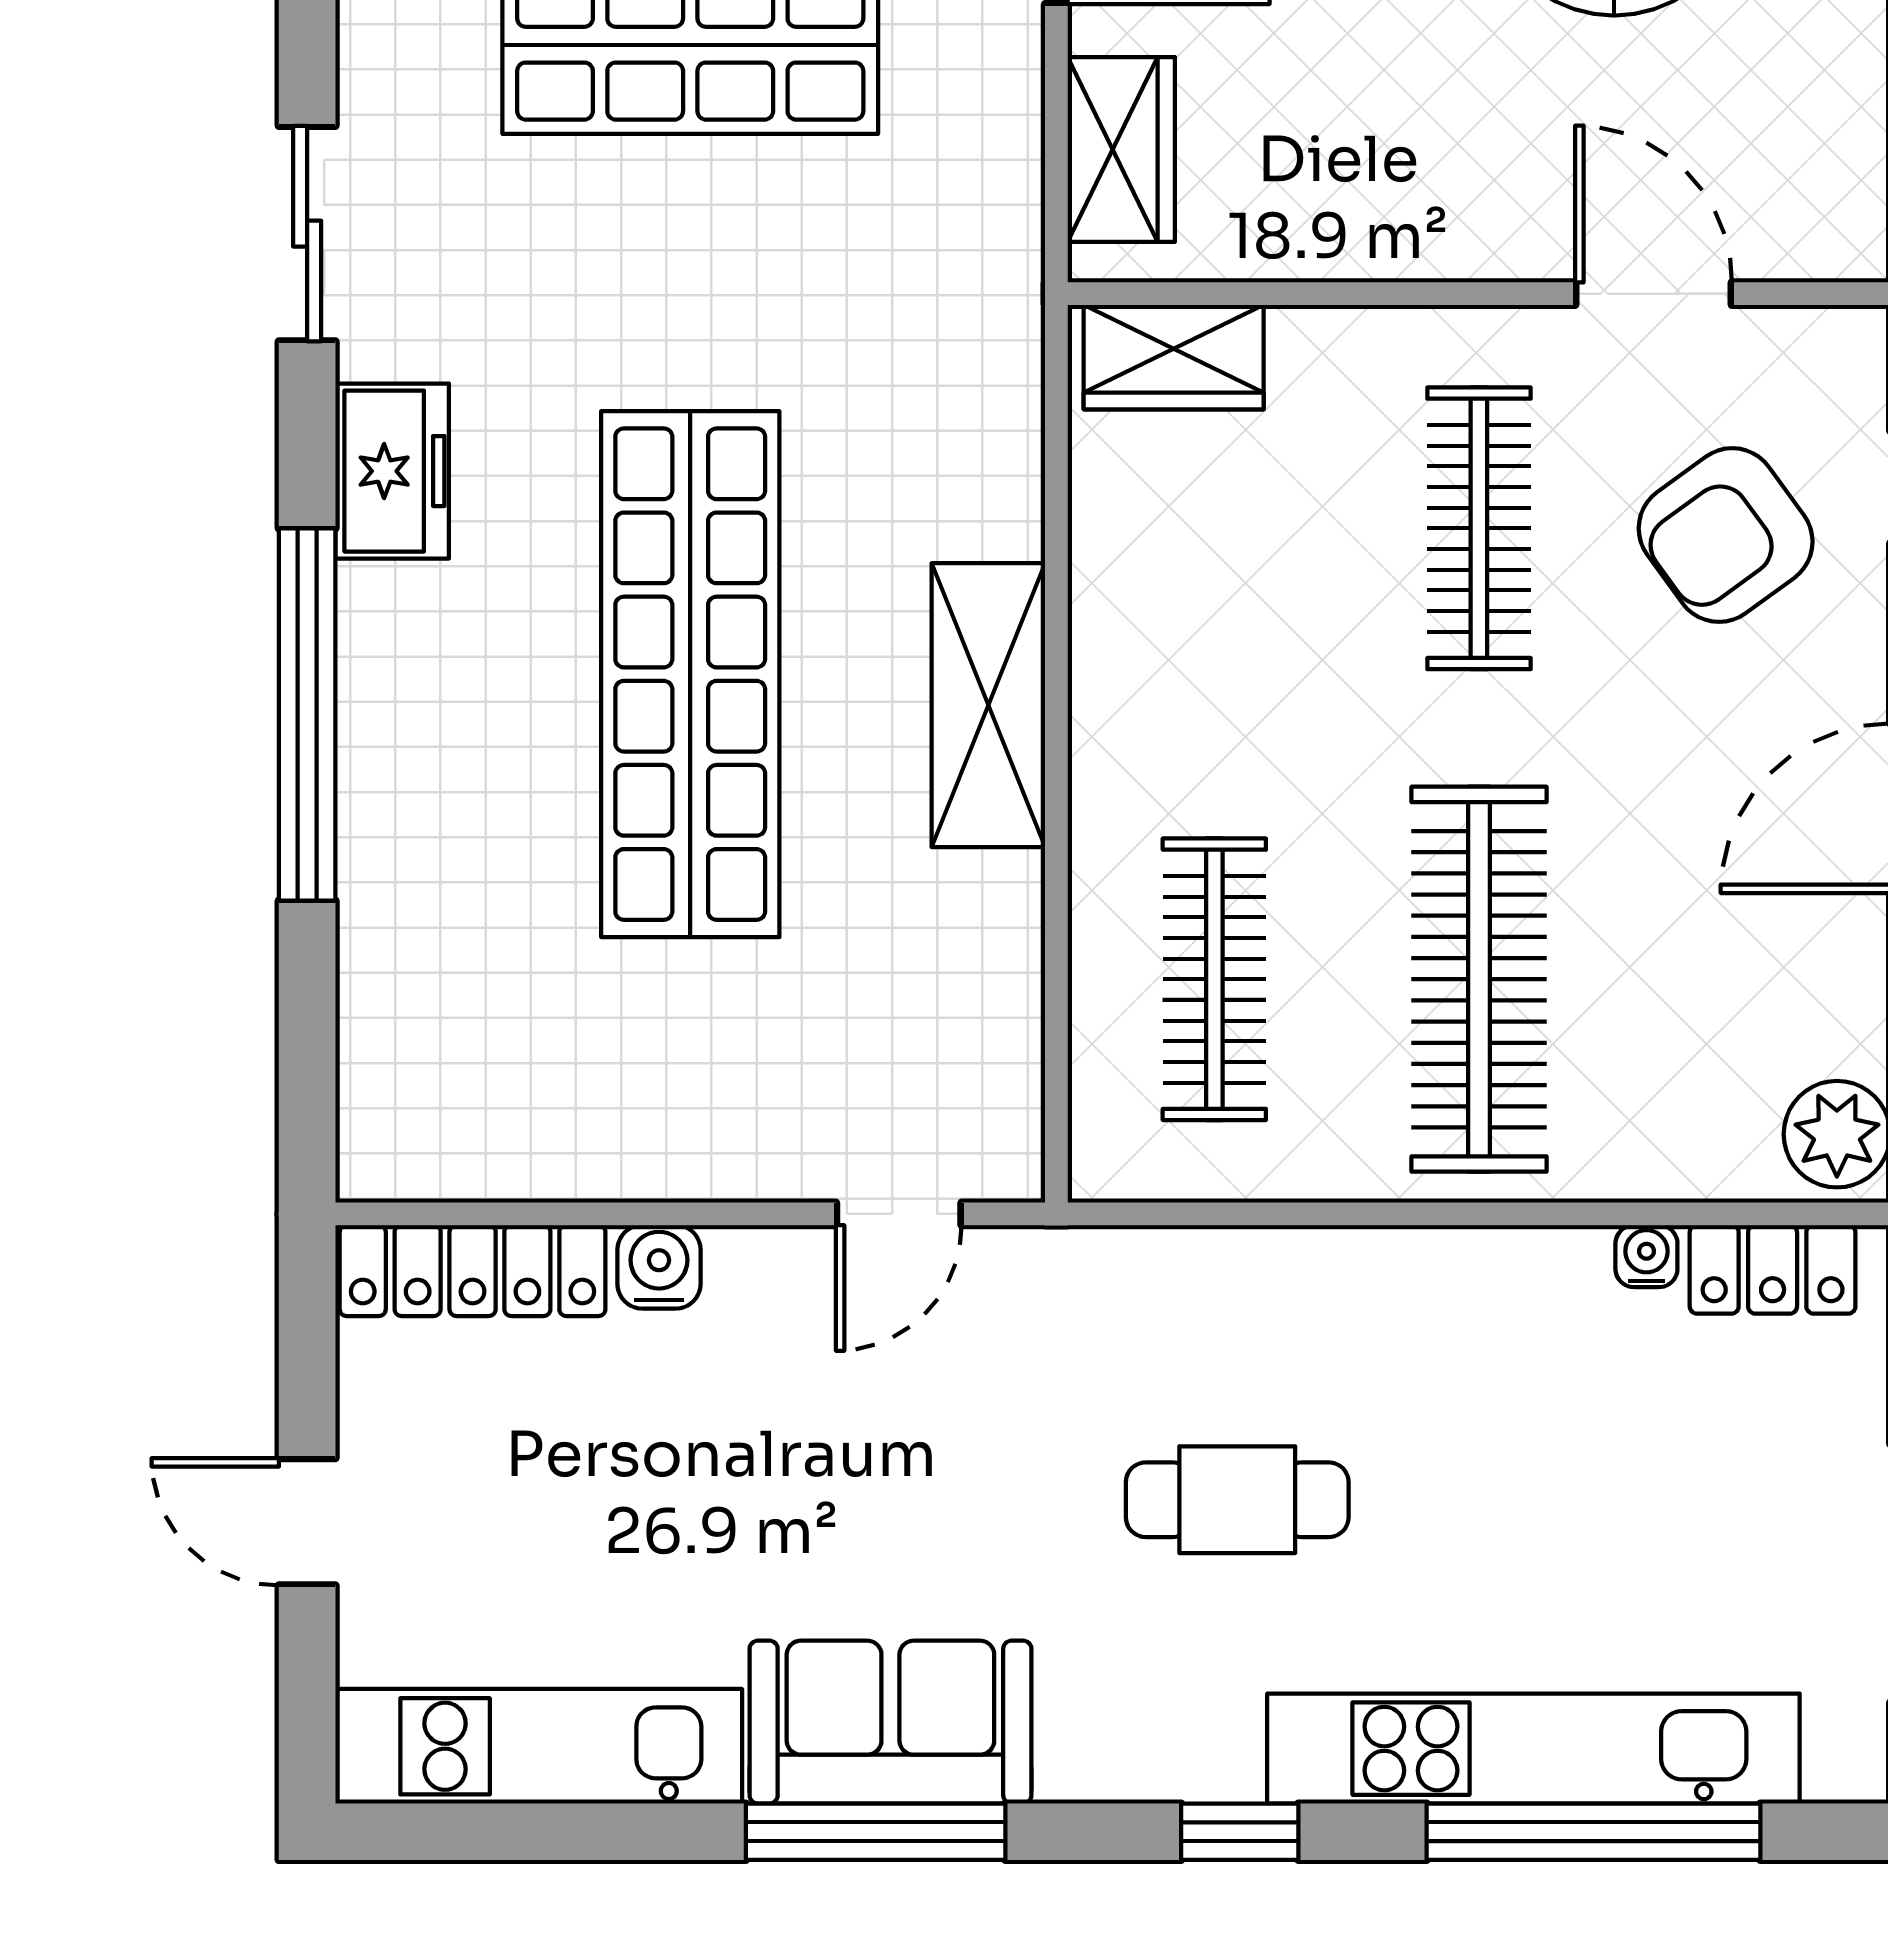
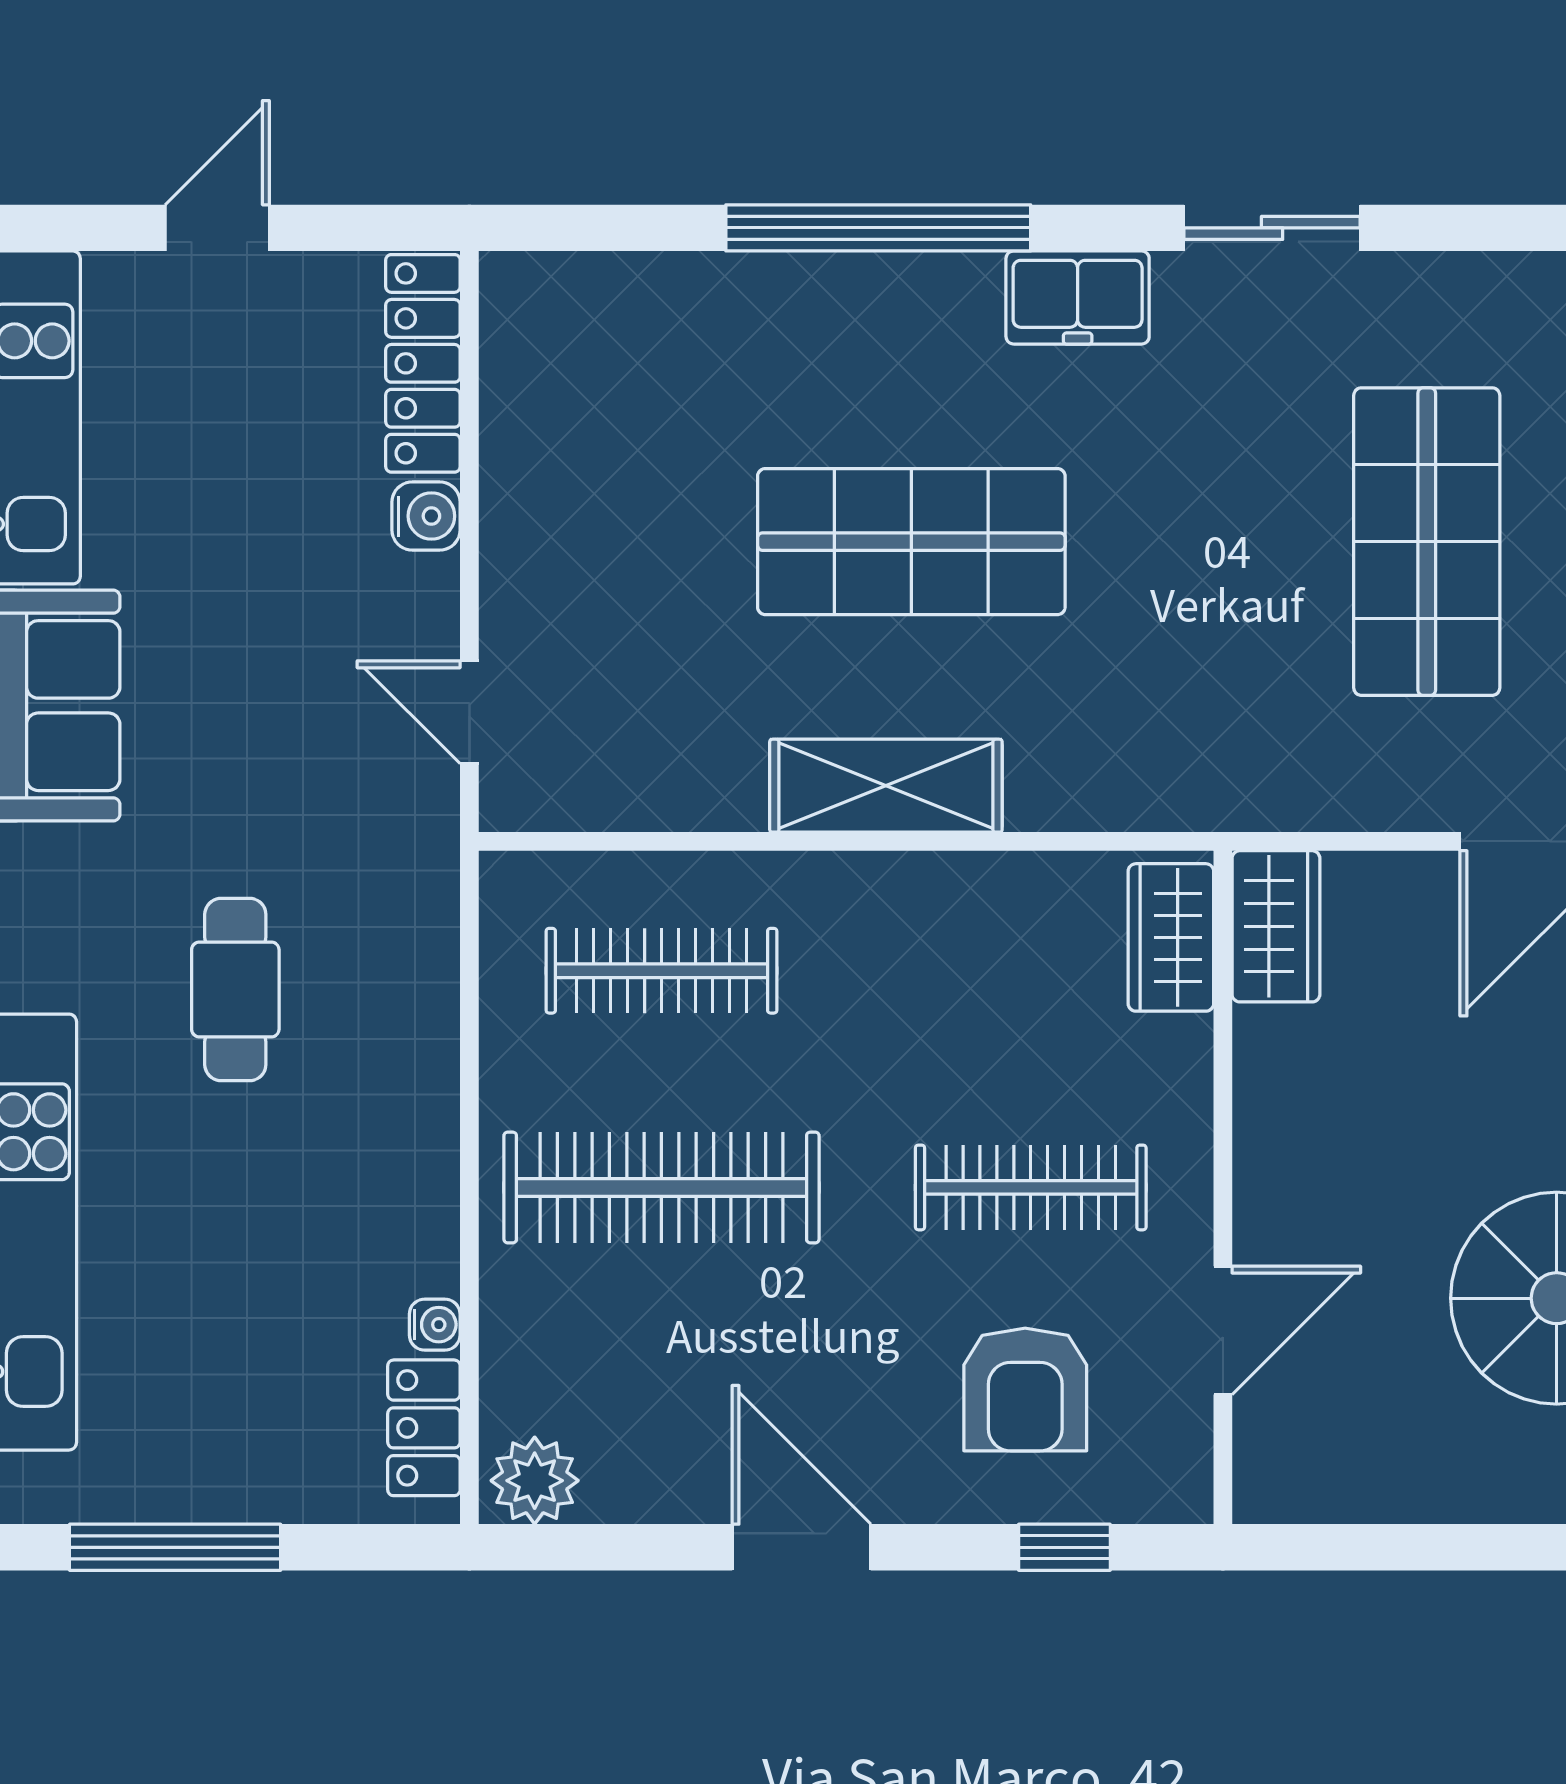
wardrobe: (1121, 149) -> (1276, 926), moved, turned -90
armchair: (1726, 535) -> (1025, 1389), turned -144
shop shelf: (690, 674) -> (911, 542), width x0.71

